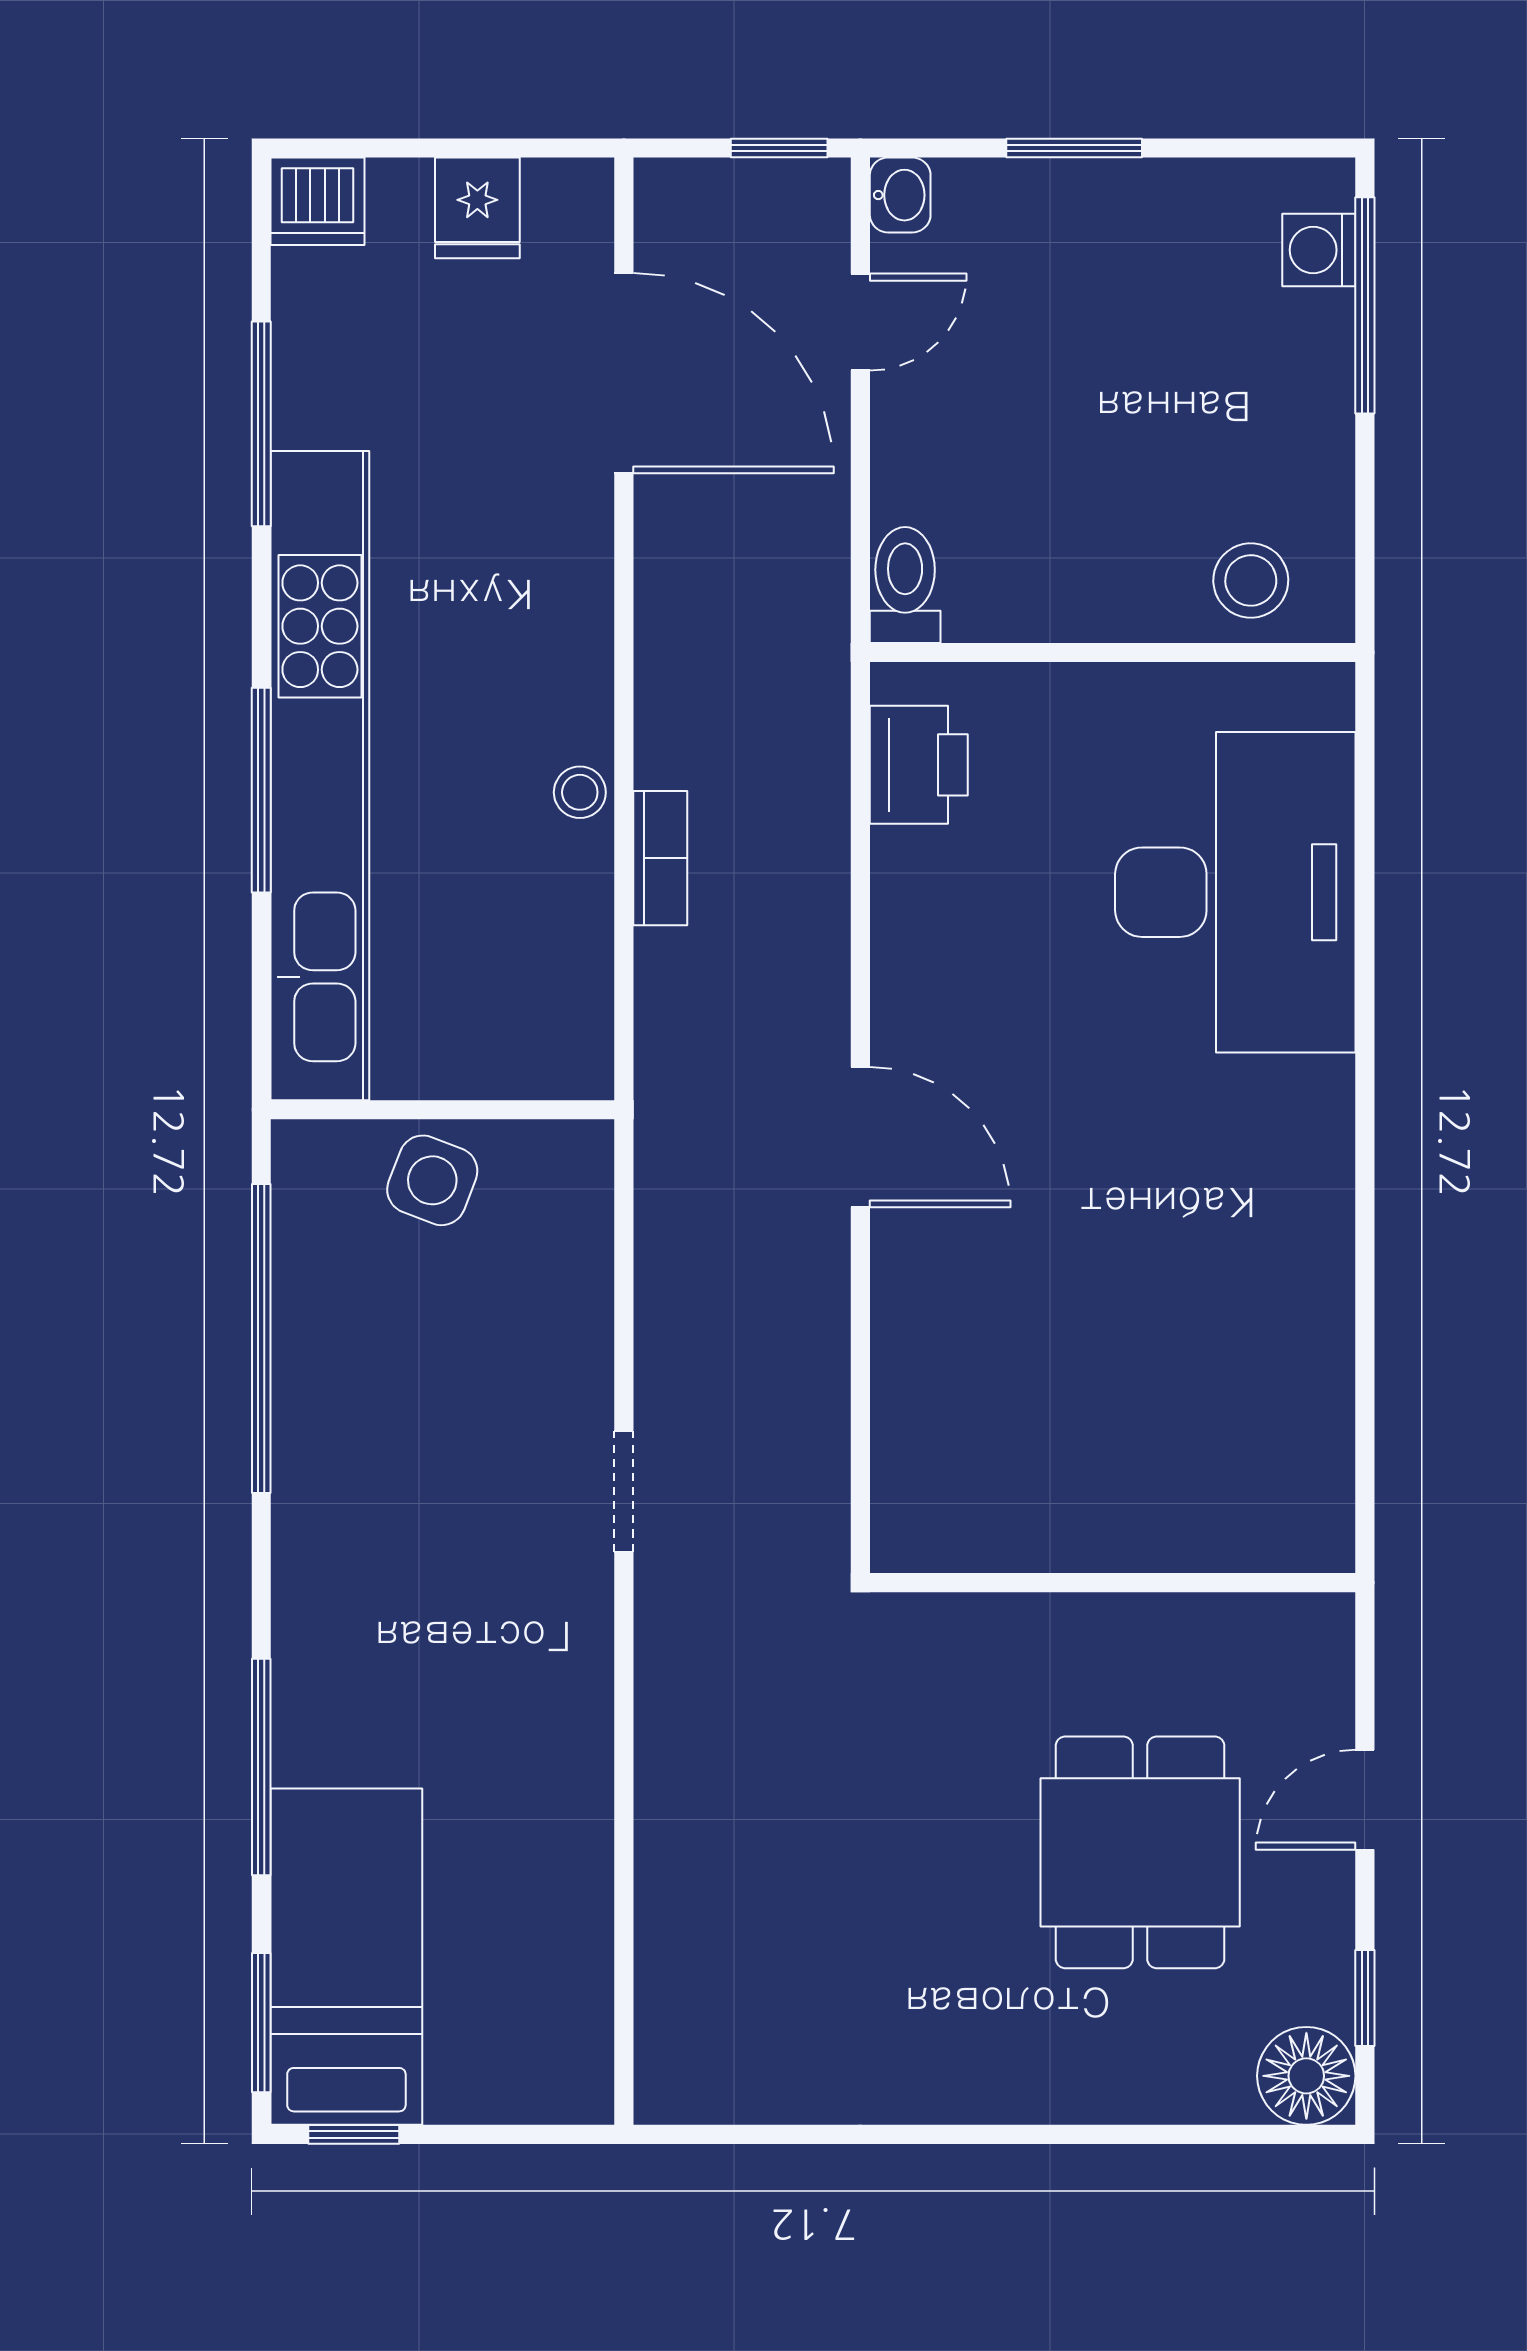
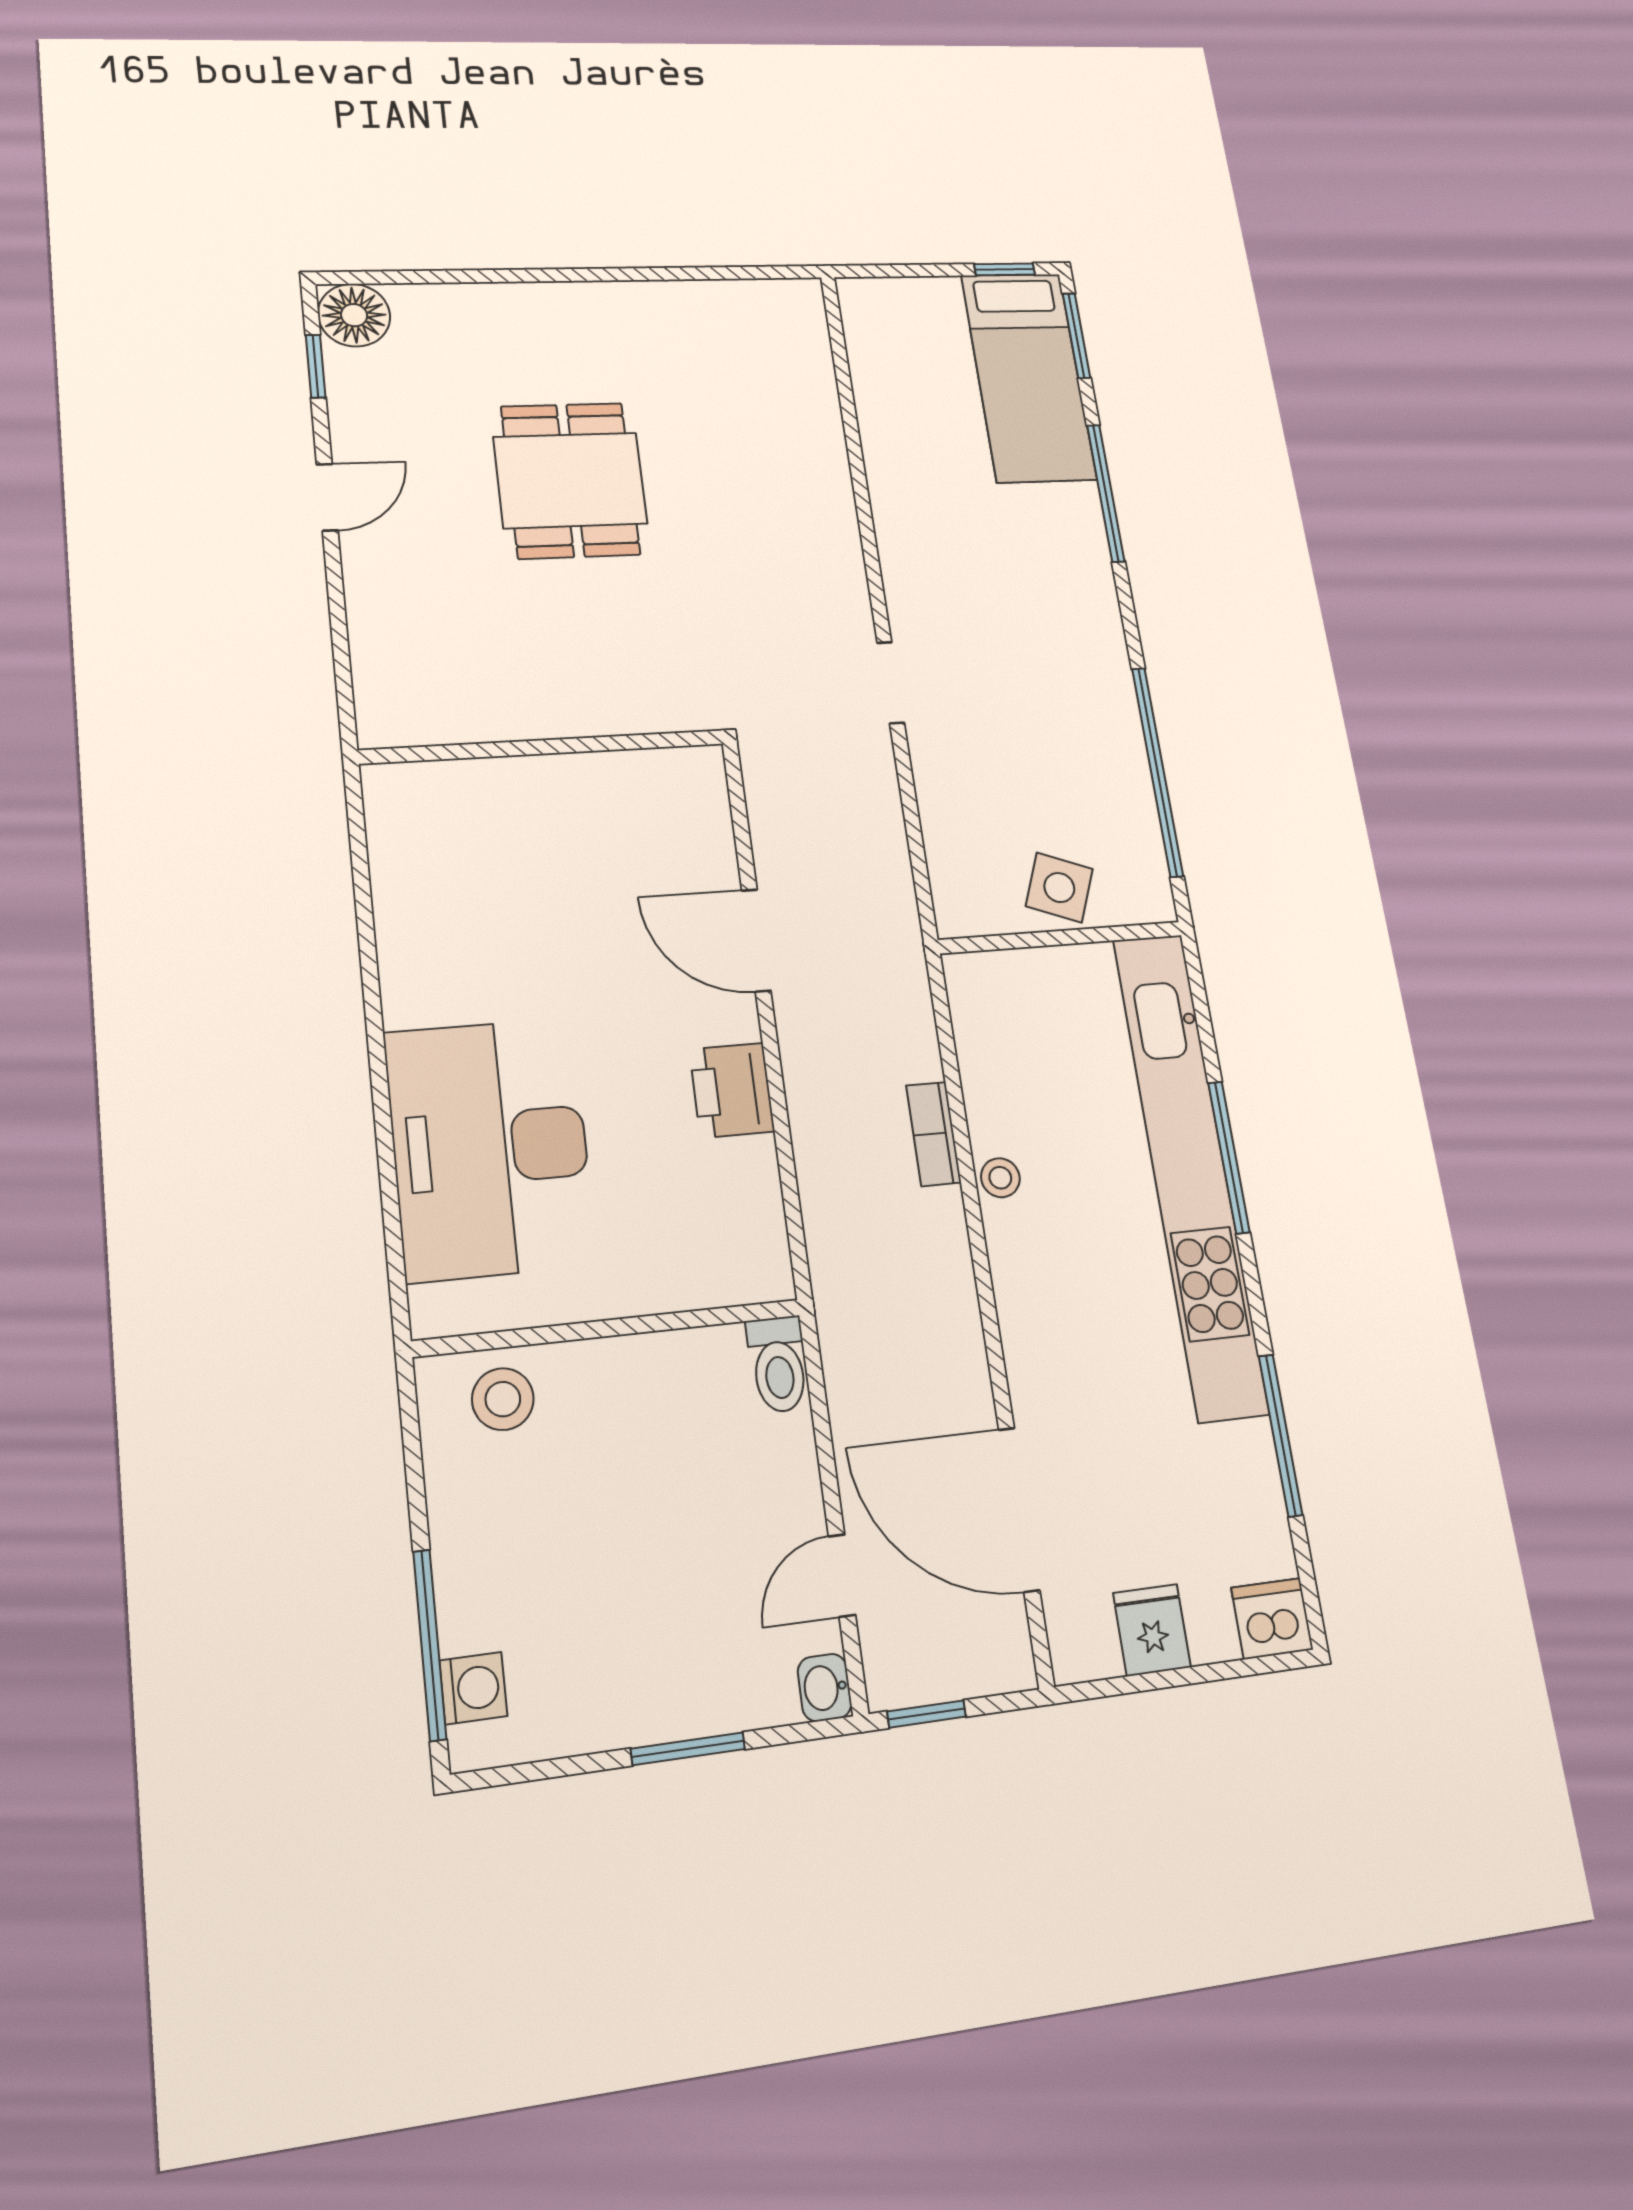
printer: (919, 765) -> (732, 1090), moved
wall: (1113, 1583) -> (543, 747), moved
dining table: (1140, 1852) -> (570, 480), moved

